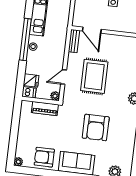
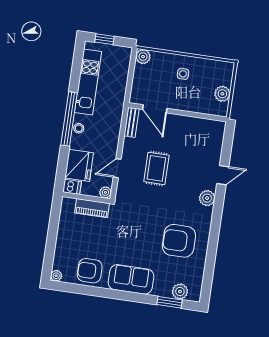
rug: (94, 76) -> (156, 168), width x0.73, depth x0.70
fridge: (31, 80) -> (79, 165), width x1.88, depth x1.34
armchair: (96, 127) -> (179, 241), moved, turned 90

